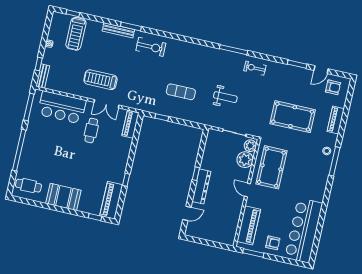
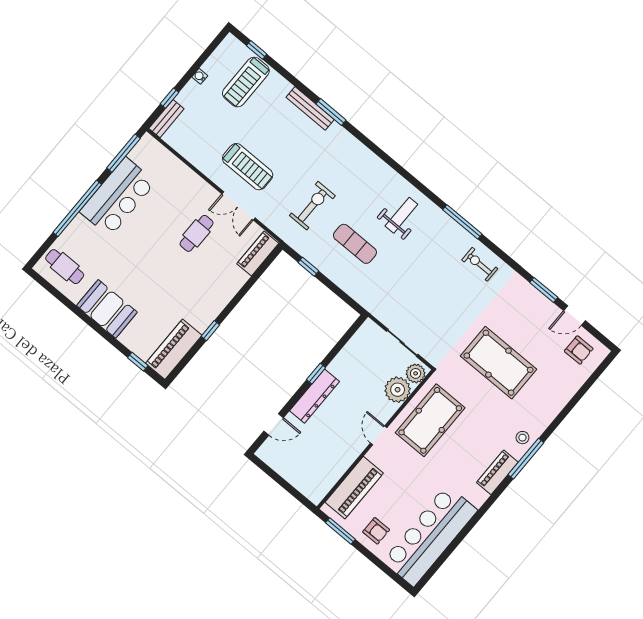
exercise bike: (151, 47) -> (312, 206), moved, turned -90
treadmill: (101, 80) -> (248, 167), turned 180
weight bench: (225, 97) -> (401, 215), moved, turned -90
bar counter: (62, 107) -> (118, 197), moved, turned -90
piano: (336, 120) -> (497, 472), moved

